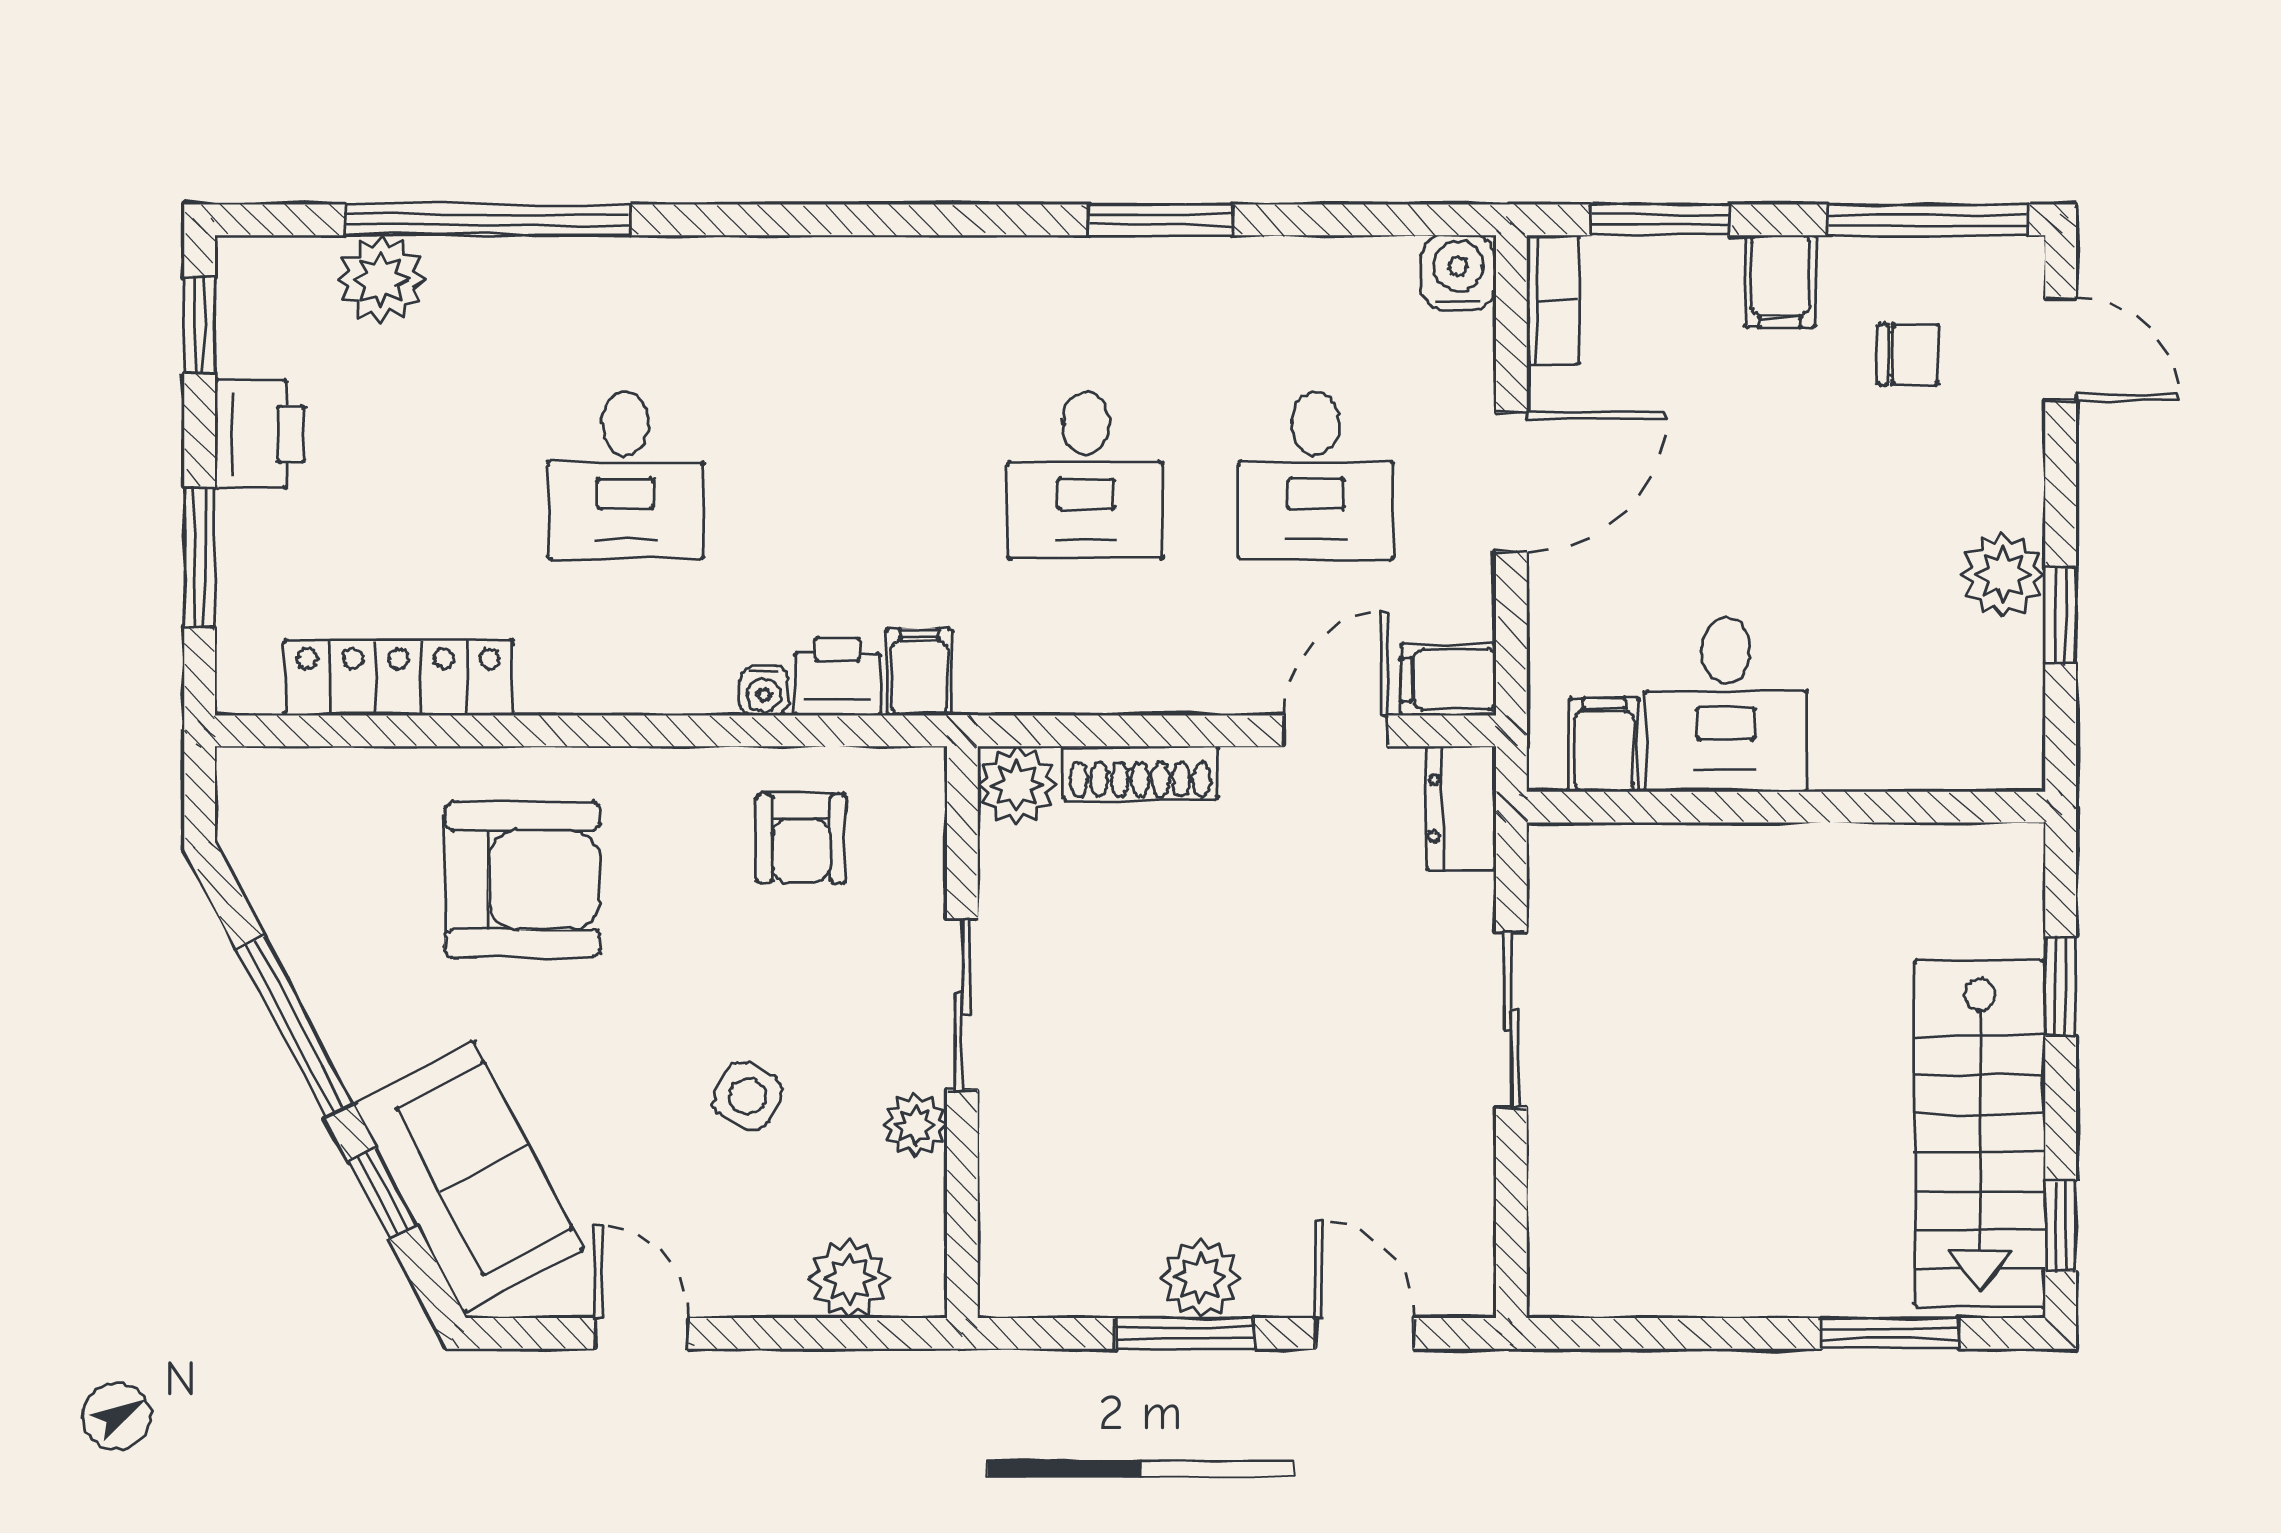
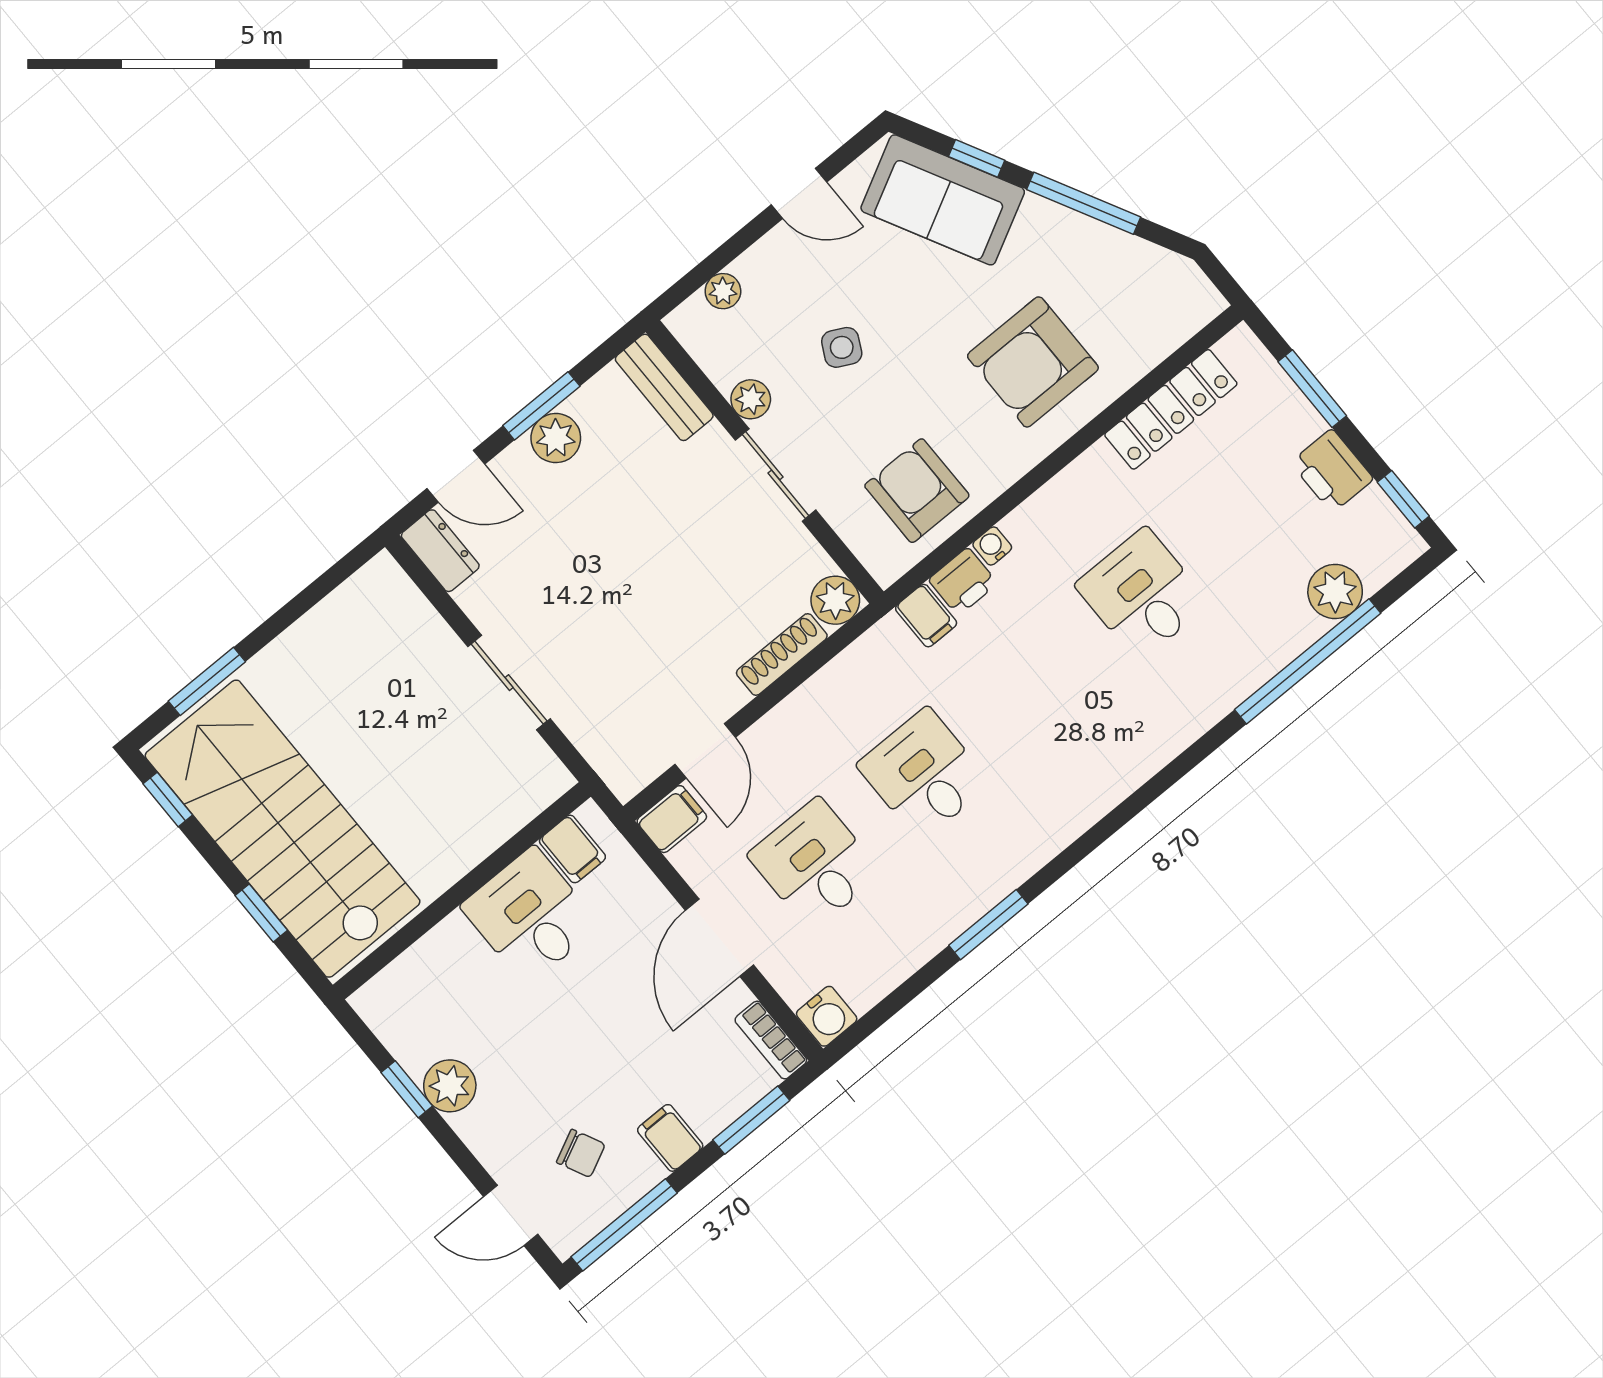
chair: (1908, 354) -> (581, 1153), turned -116
dresser: (1461, 808) -> (440, 551), moved
armchair: (801, 838) -> (917, 491), width x1.38, depth x1.38
stairs: (1980, 1133) -> (283, 829), width x1.36, depth x1.51
bench: (1012, 1229) -> (664, 387), added
plant: (849, 1279) -> (723, 291), width x0.73, depth x0.73

